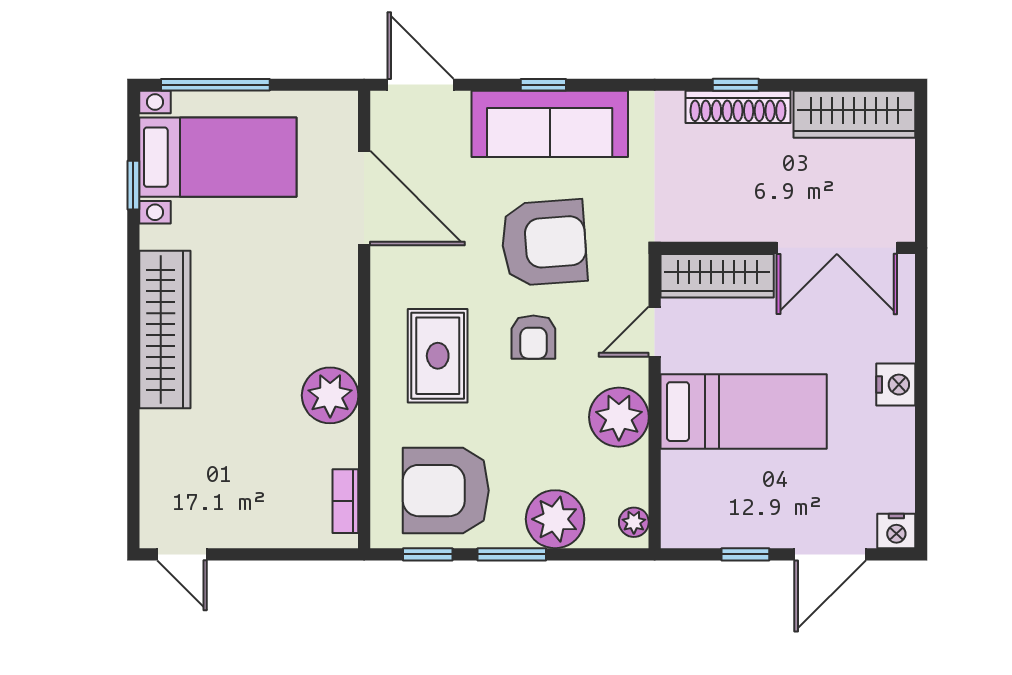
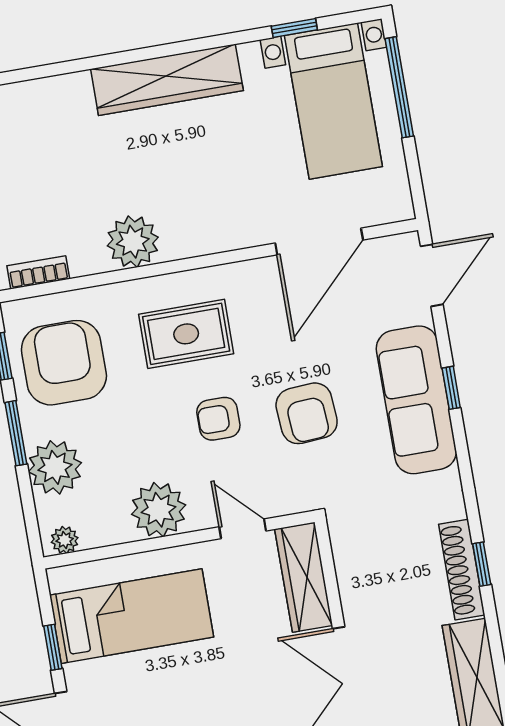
armchair: (544, 243) -> (307, 413), width x0.73, depth x0.73
bed: (744, 412) -> (132, 616), moved, turned -90

